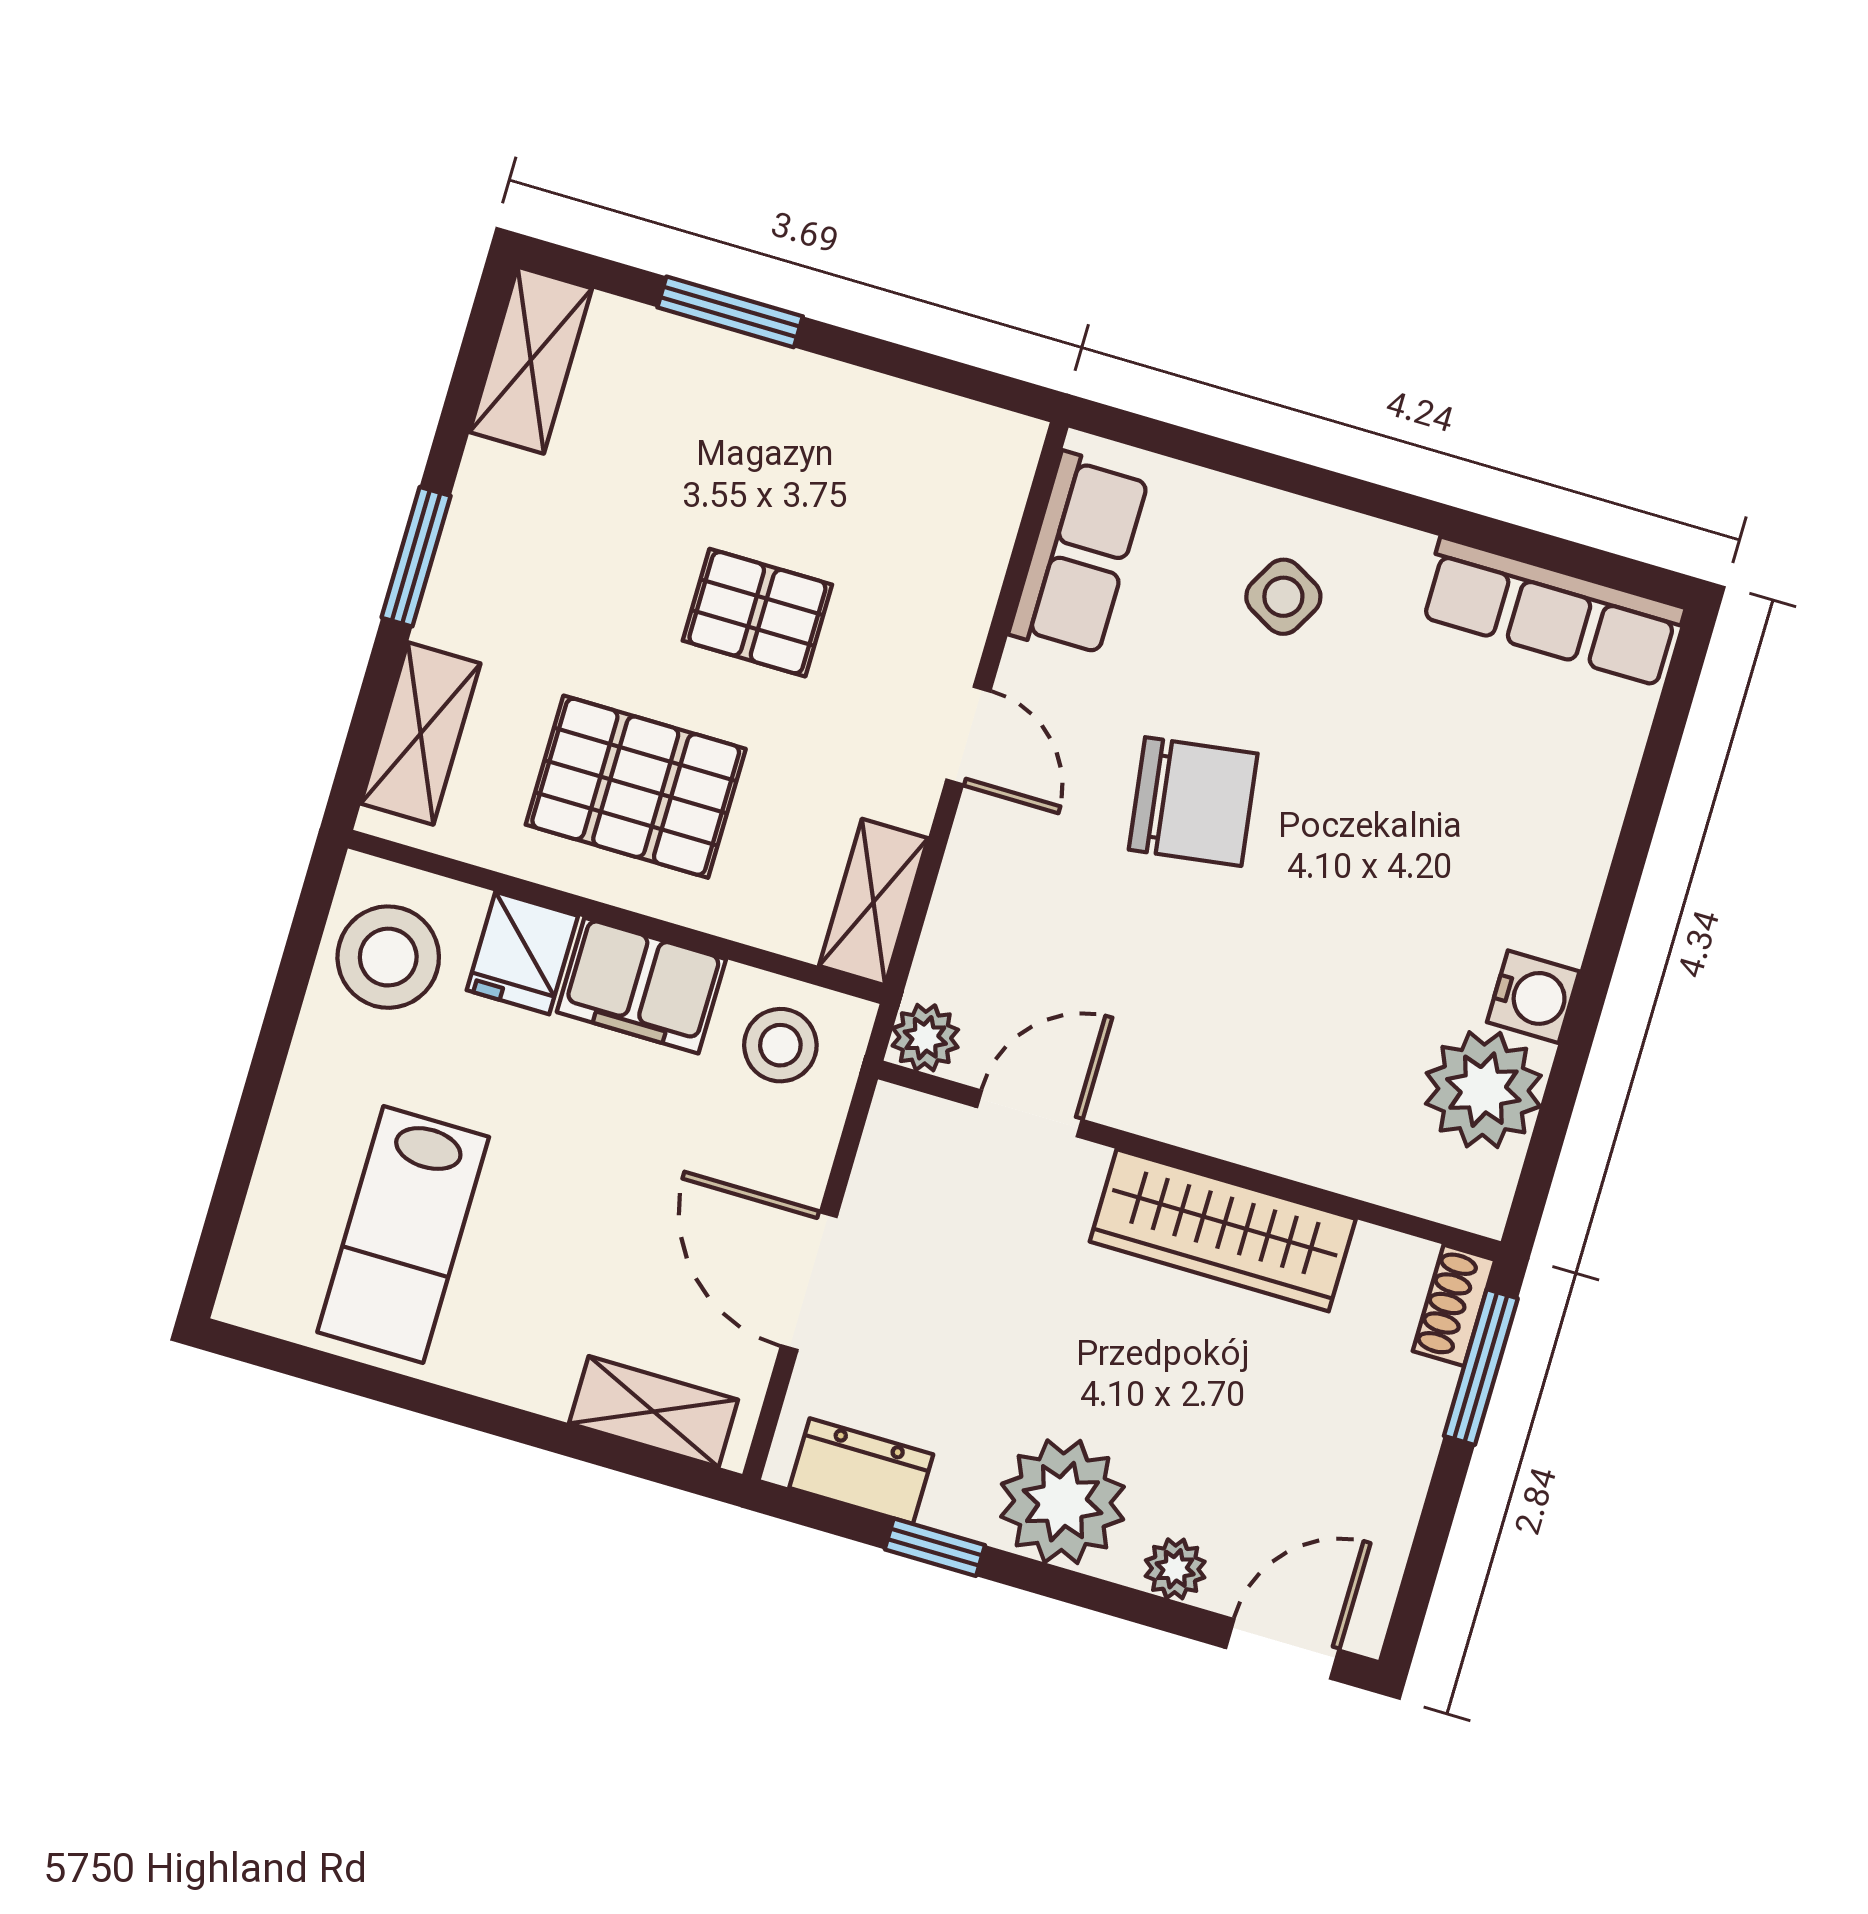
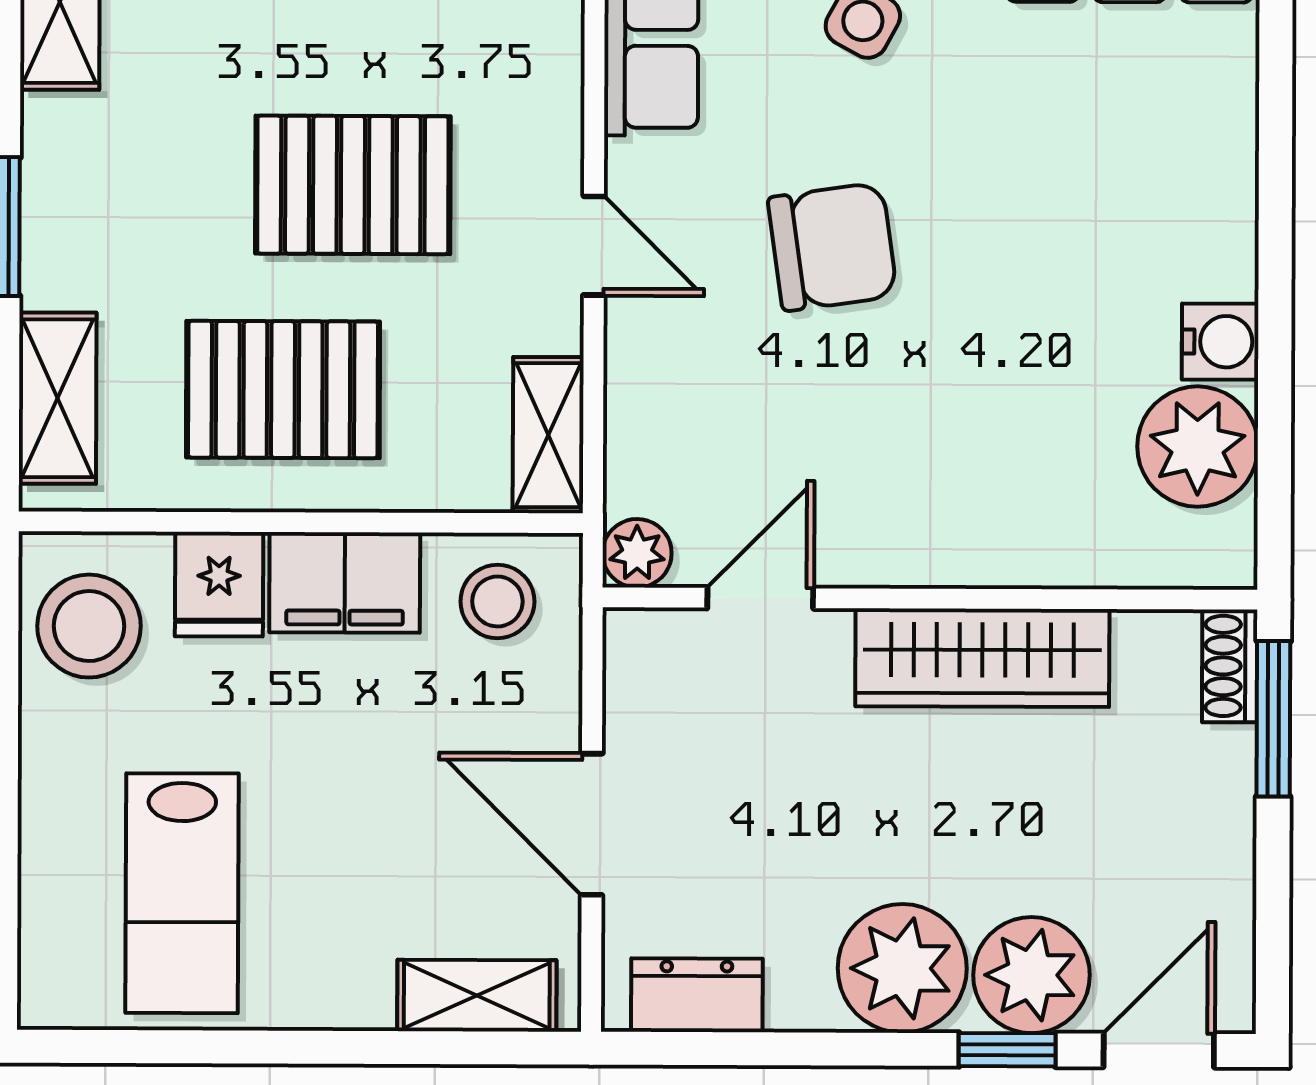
pallet: (757, 613) -> (353, 185), width x1.50, depth x1.42
window: (935, 1547) -> (1007, 1050), moved
plant: (1175, 1569) -> (1031, 975), width x1.88, depth x1.88

